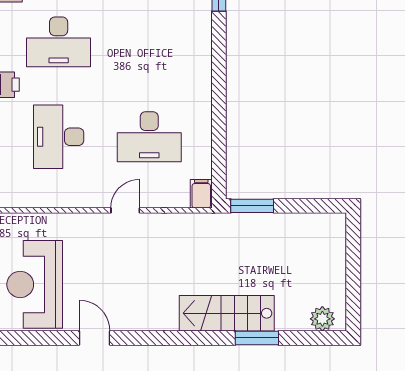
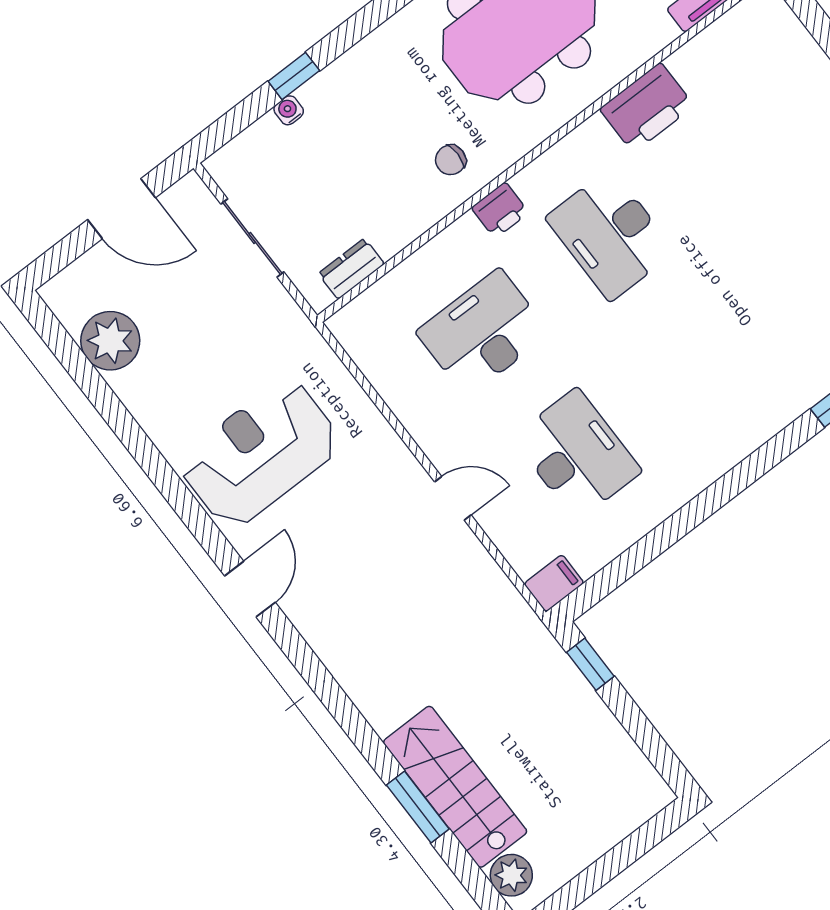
desk: (149, 137) -> (577, 454), turned 180
window: (252, 206) -> (590, 664), width x0.67
stairs: (227, 313) -> (455, 787), moved

